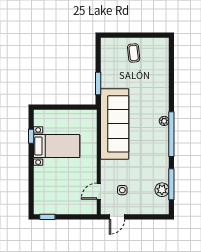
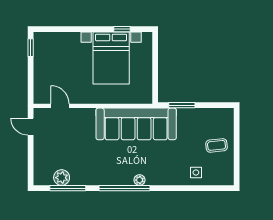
bed with nightstands: (57, 146) -> (111, 58), width x1.36
side table: (122, 190) -> (196, 172), moved

